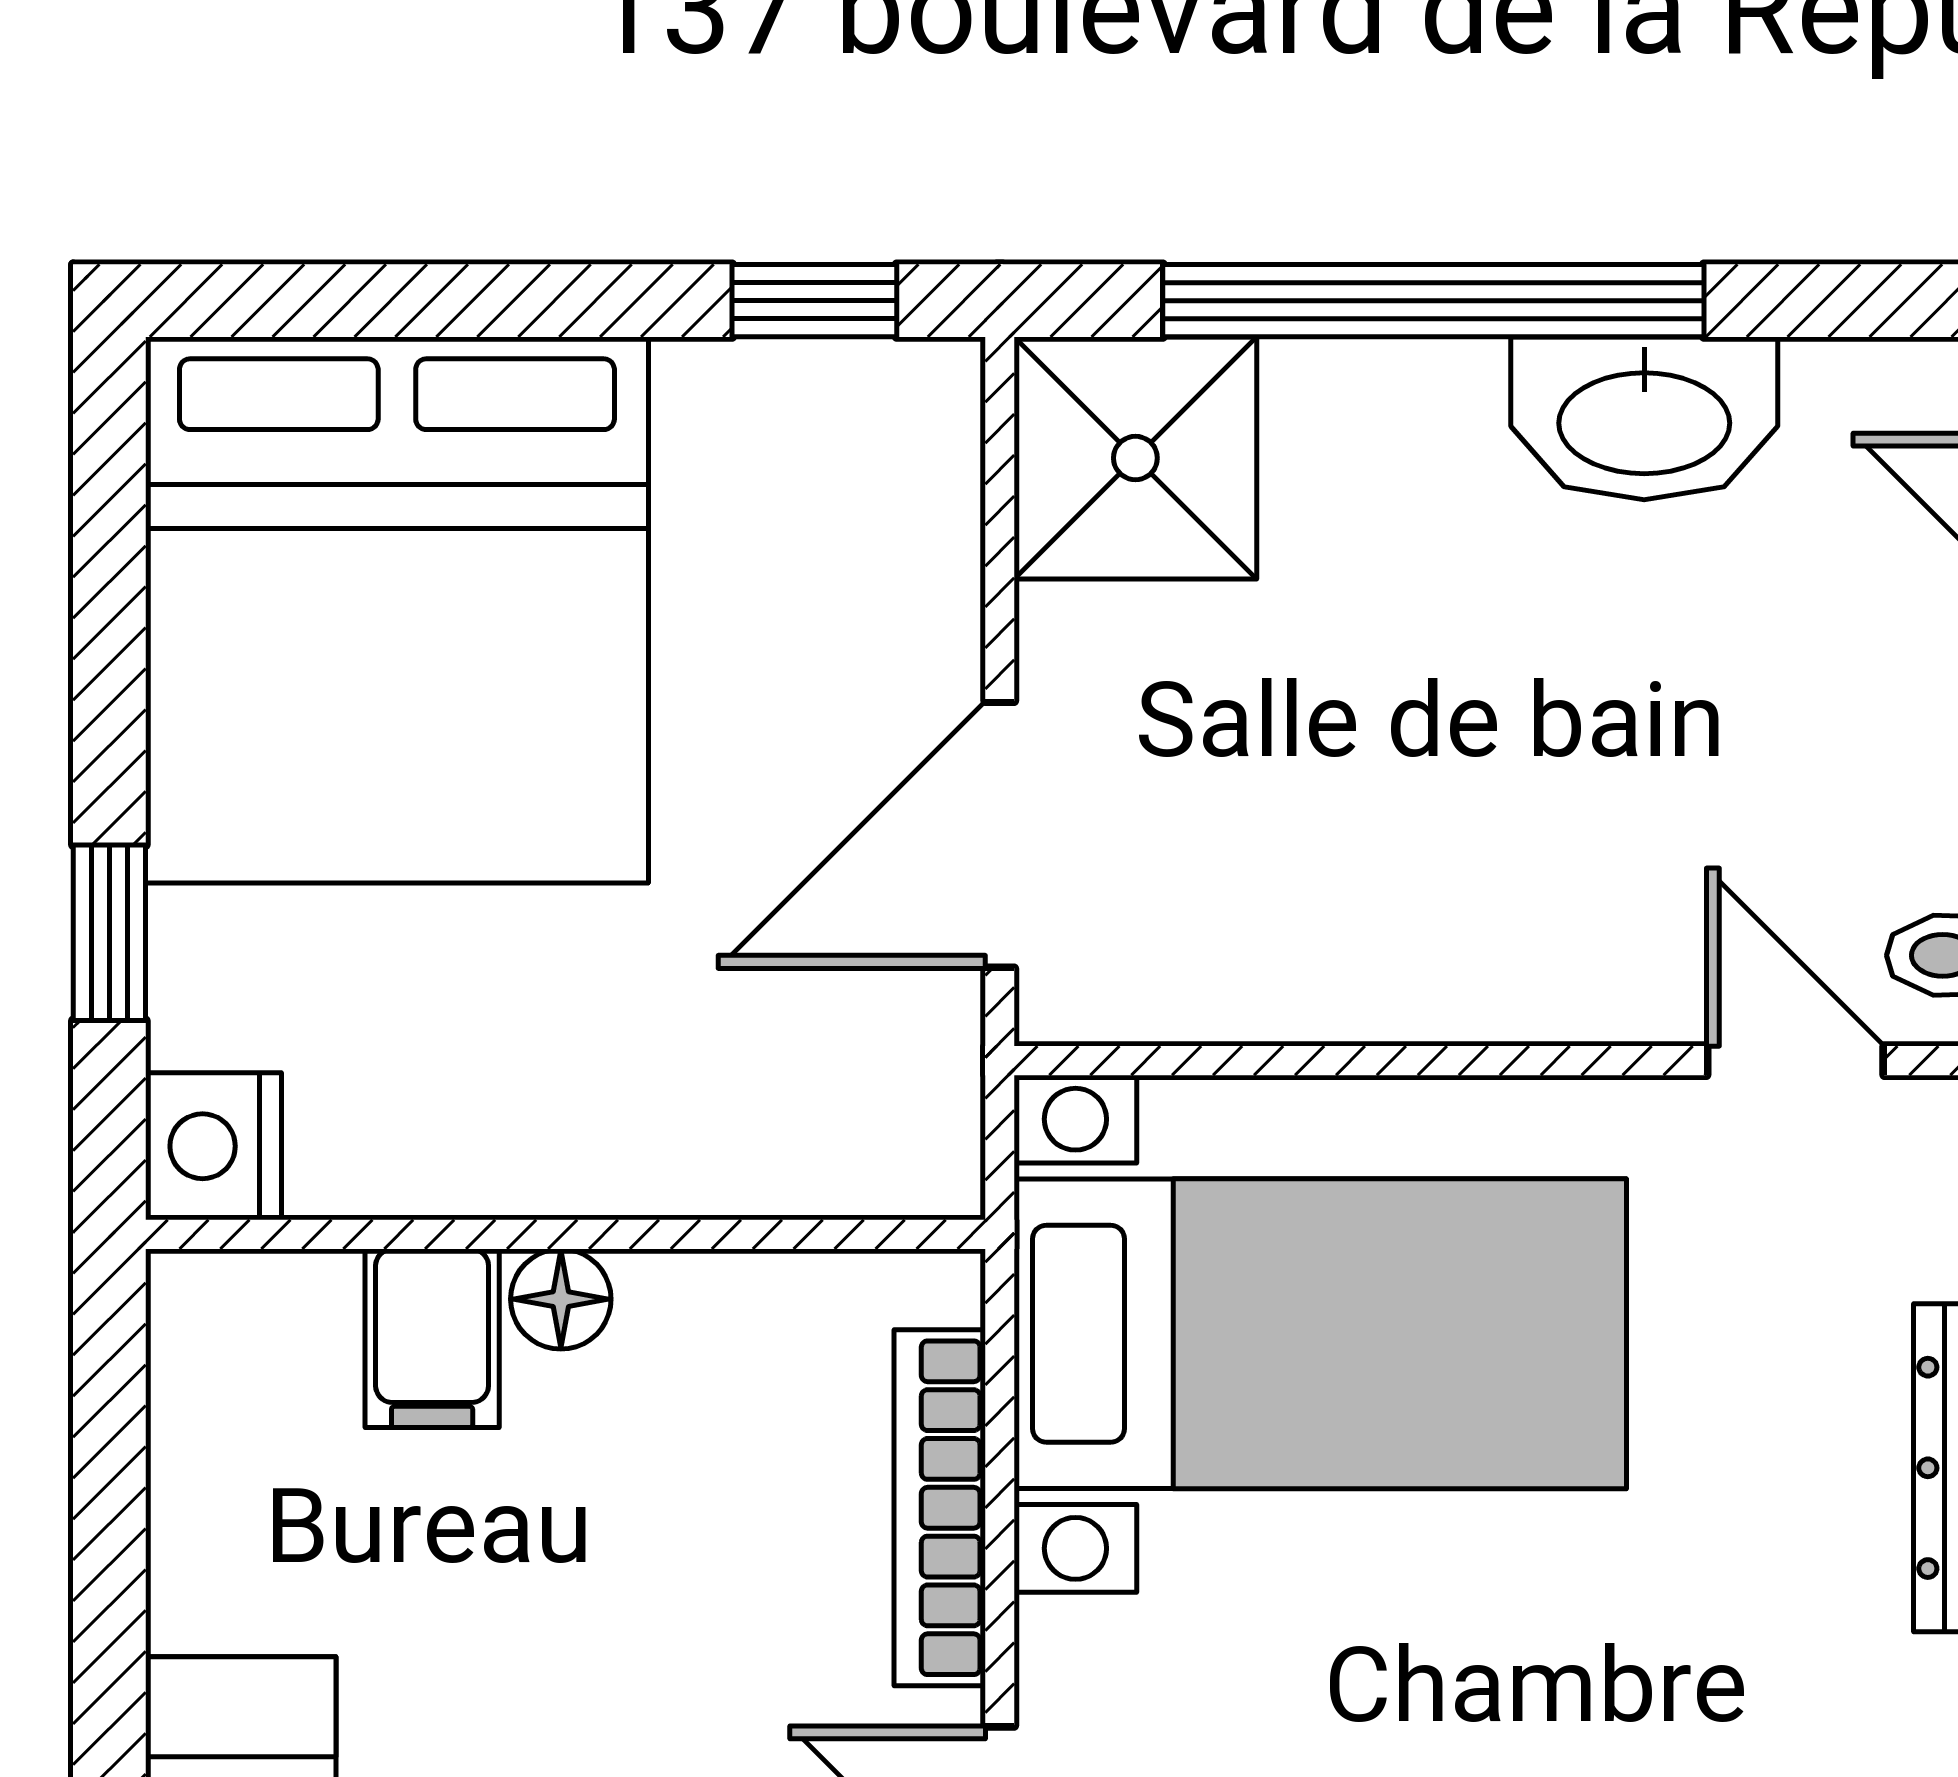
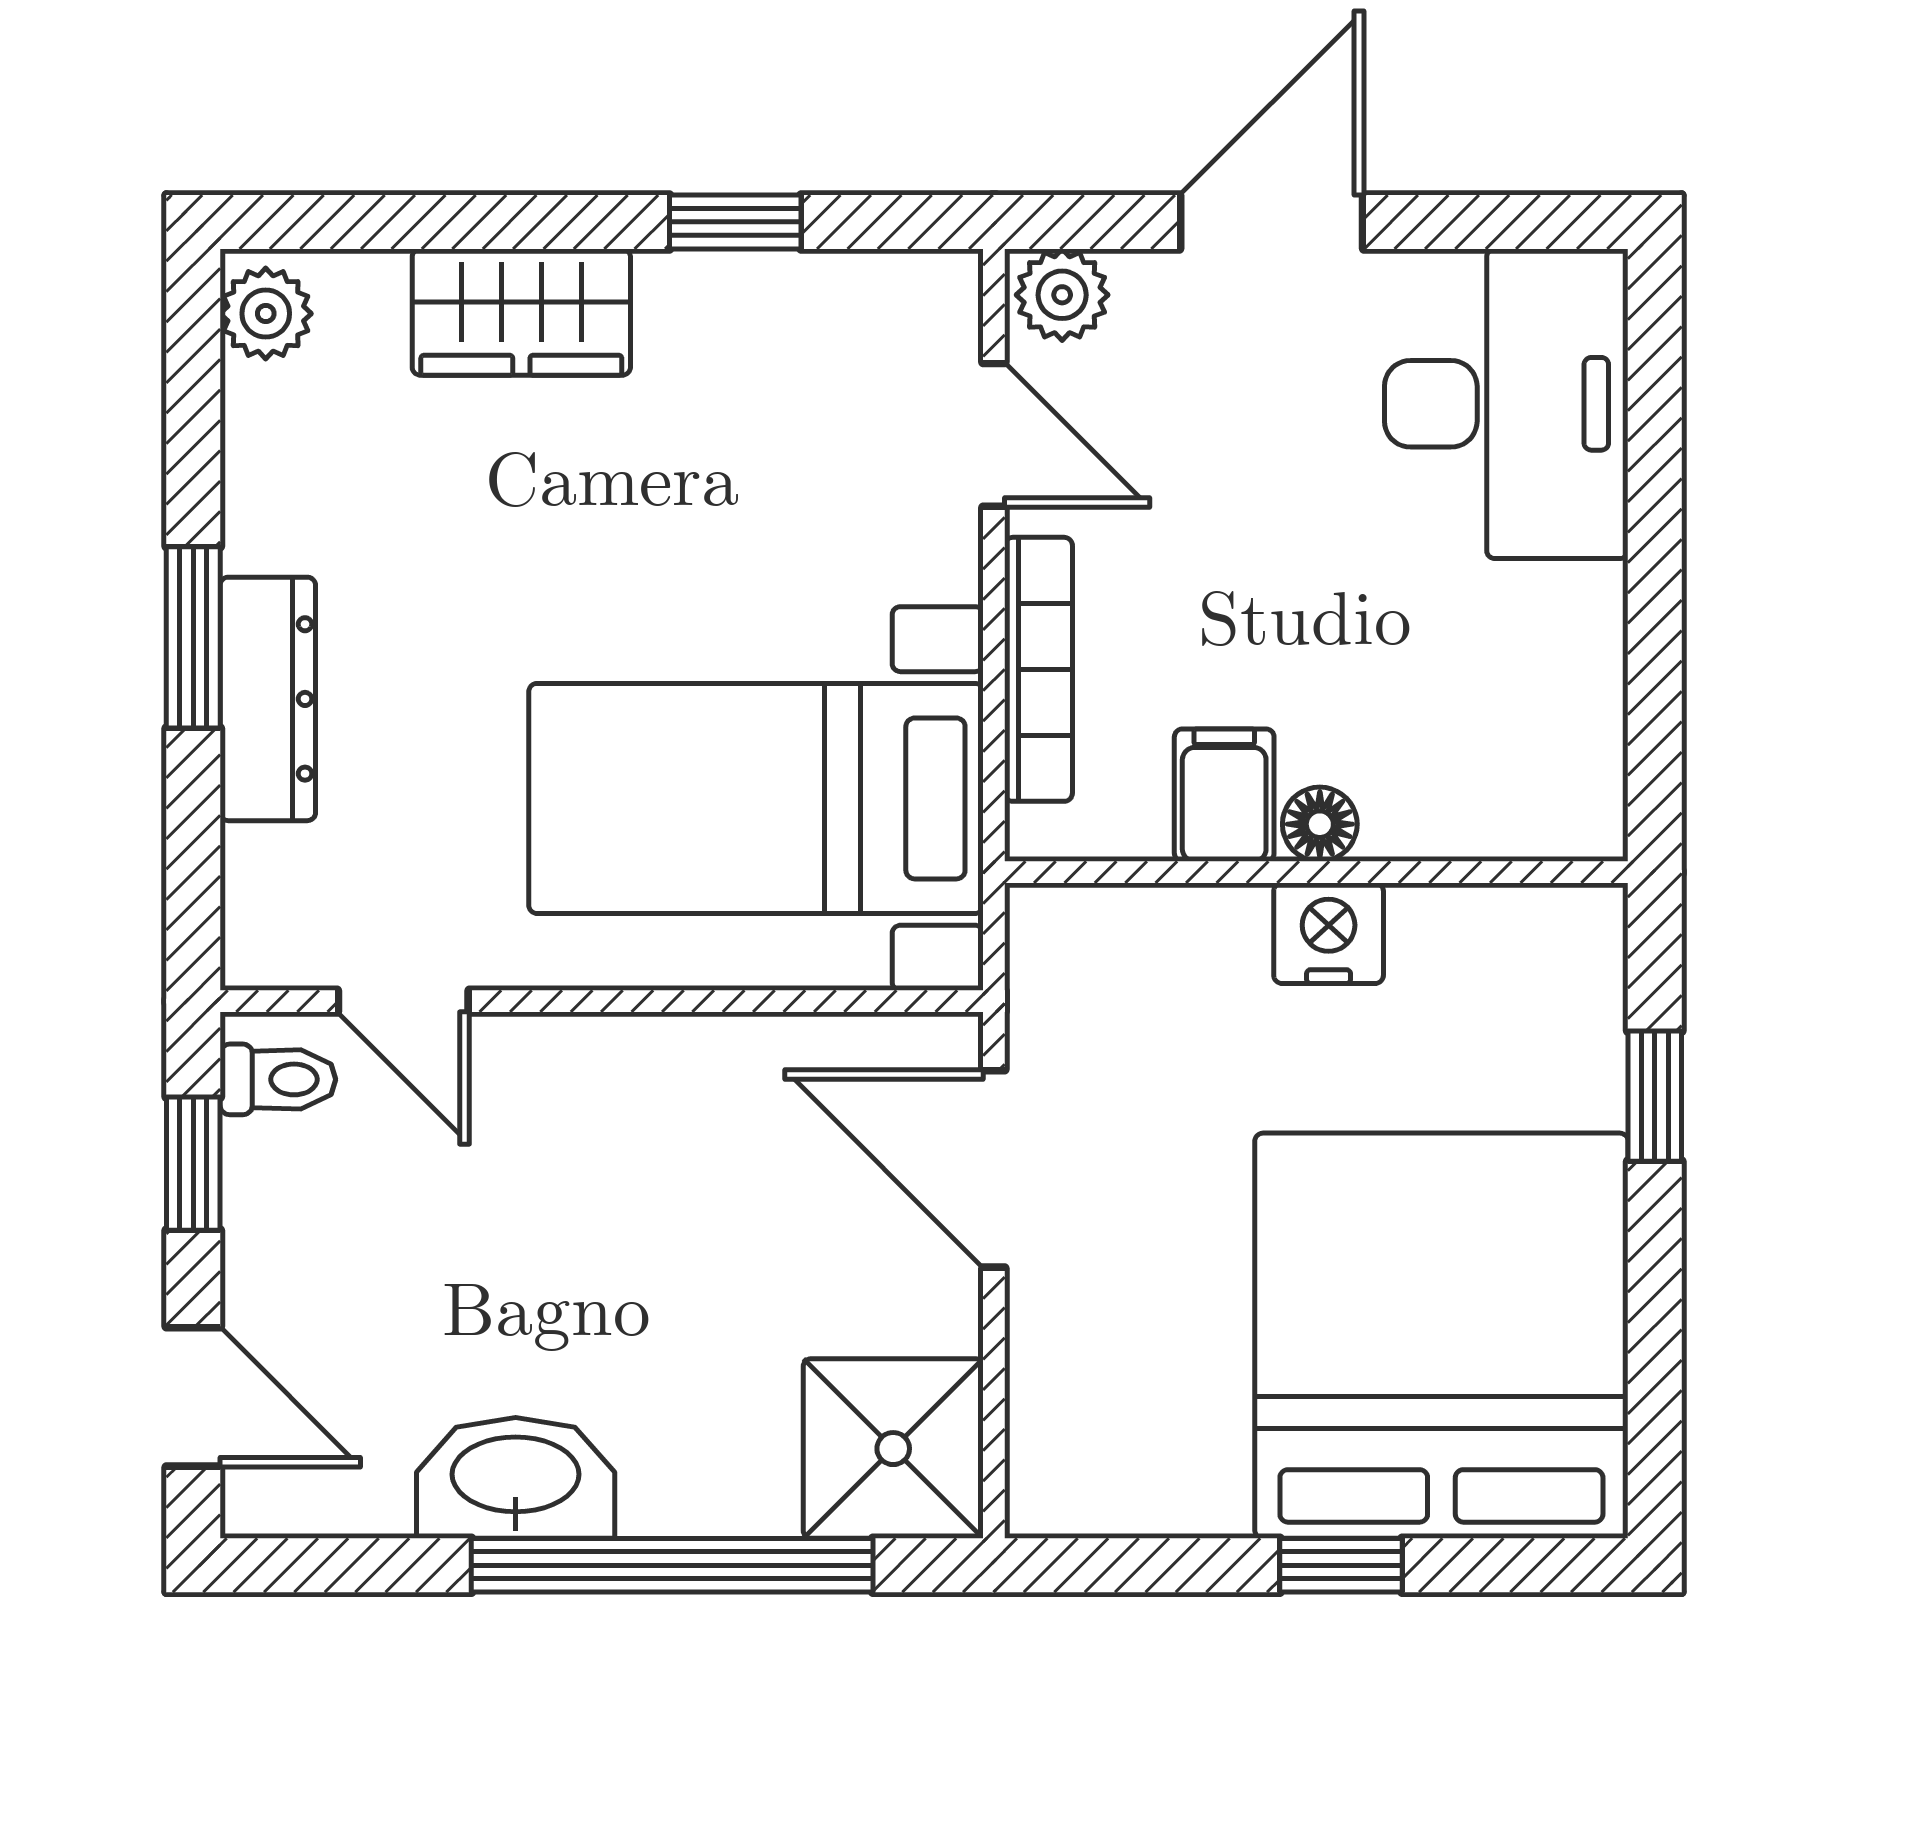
window: (814, 301) -> (1341, 1565), moved
door: (1000, 835) -> (994, 1169), swing flipped
nightstand: (213, 1146) -> (1329, 933), moved, turned -90
filing cabinet: (432, 1338) -> (1224, 795), moved

